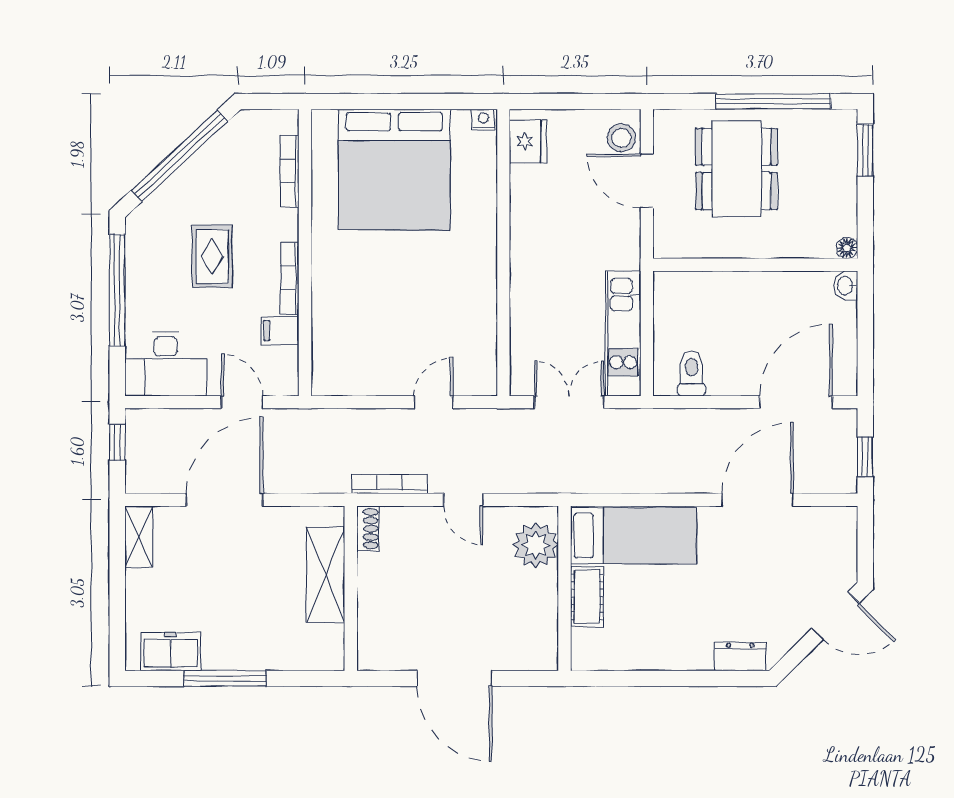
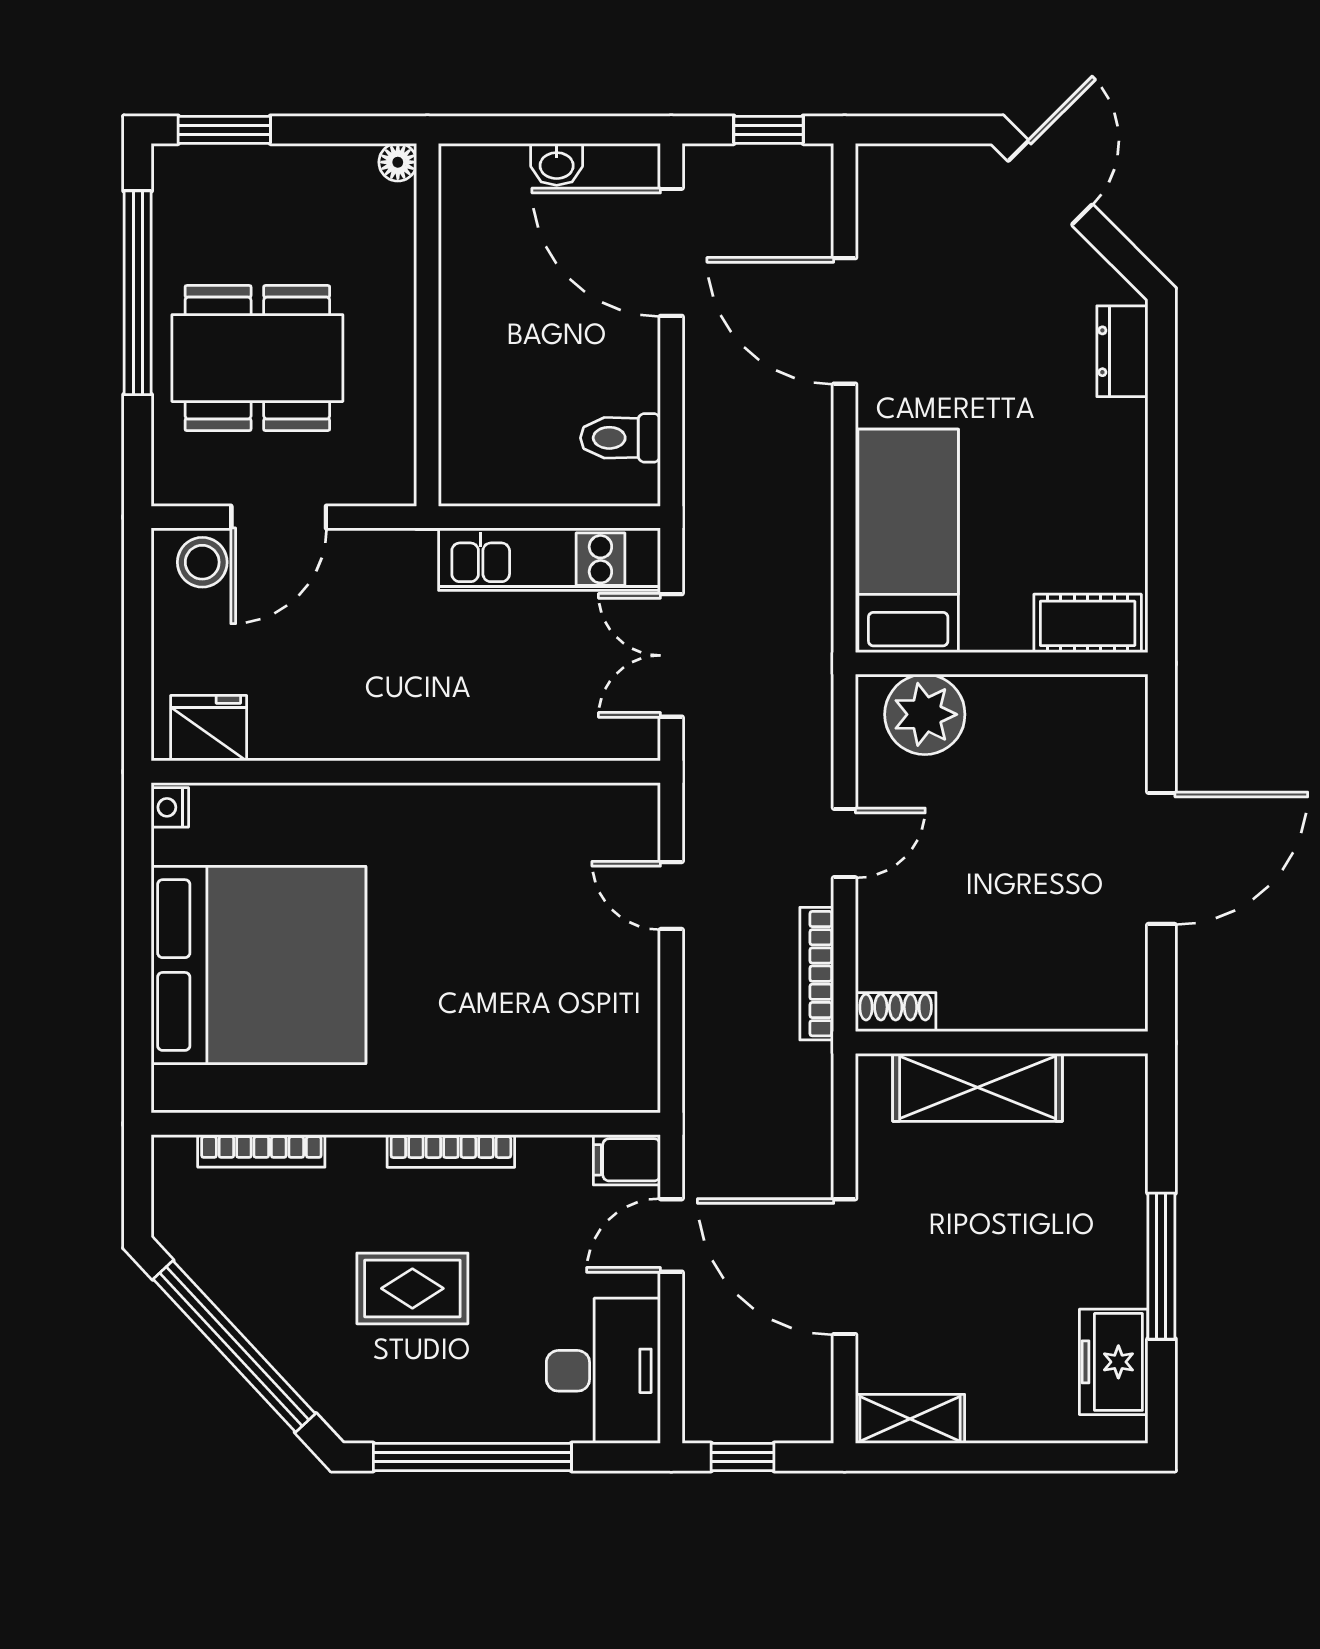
washbasin: (846, 285) -> (557, 164), moved
filing cabinet: (280, 331) -> (627, 1160), moved, turned 90
cot: (587, 597) -> (1088, 623), moved

